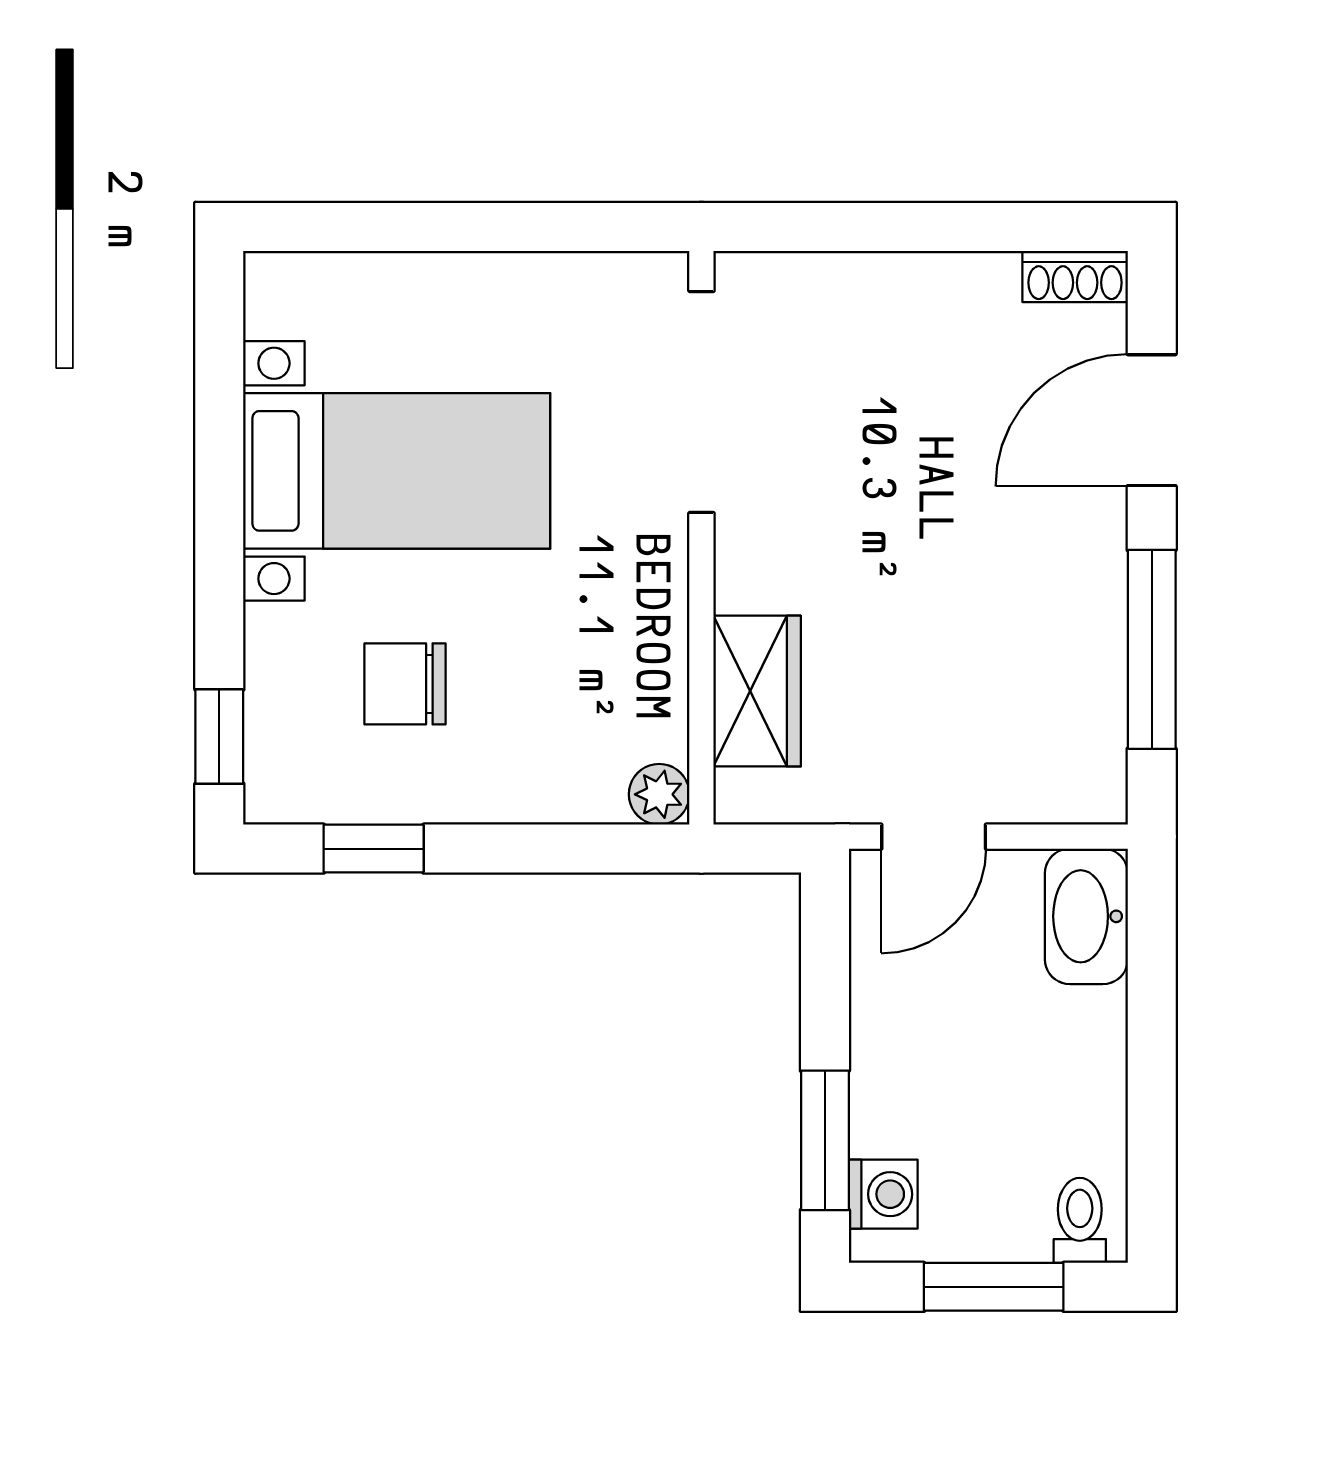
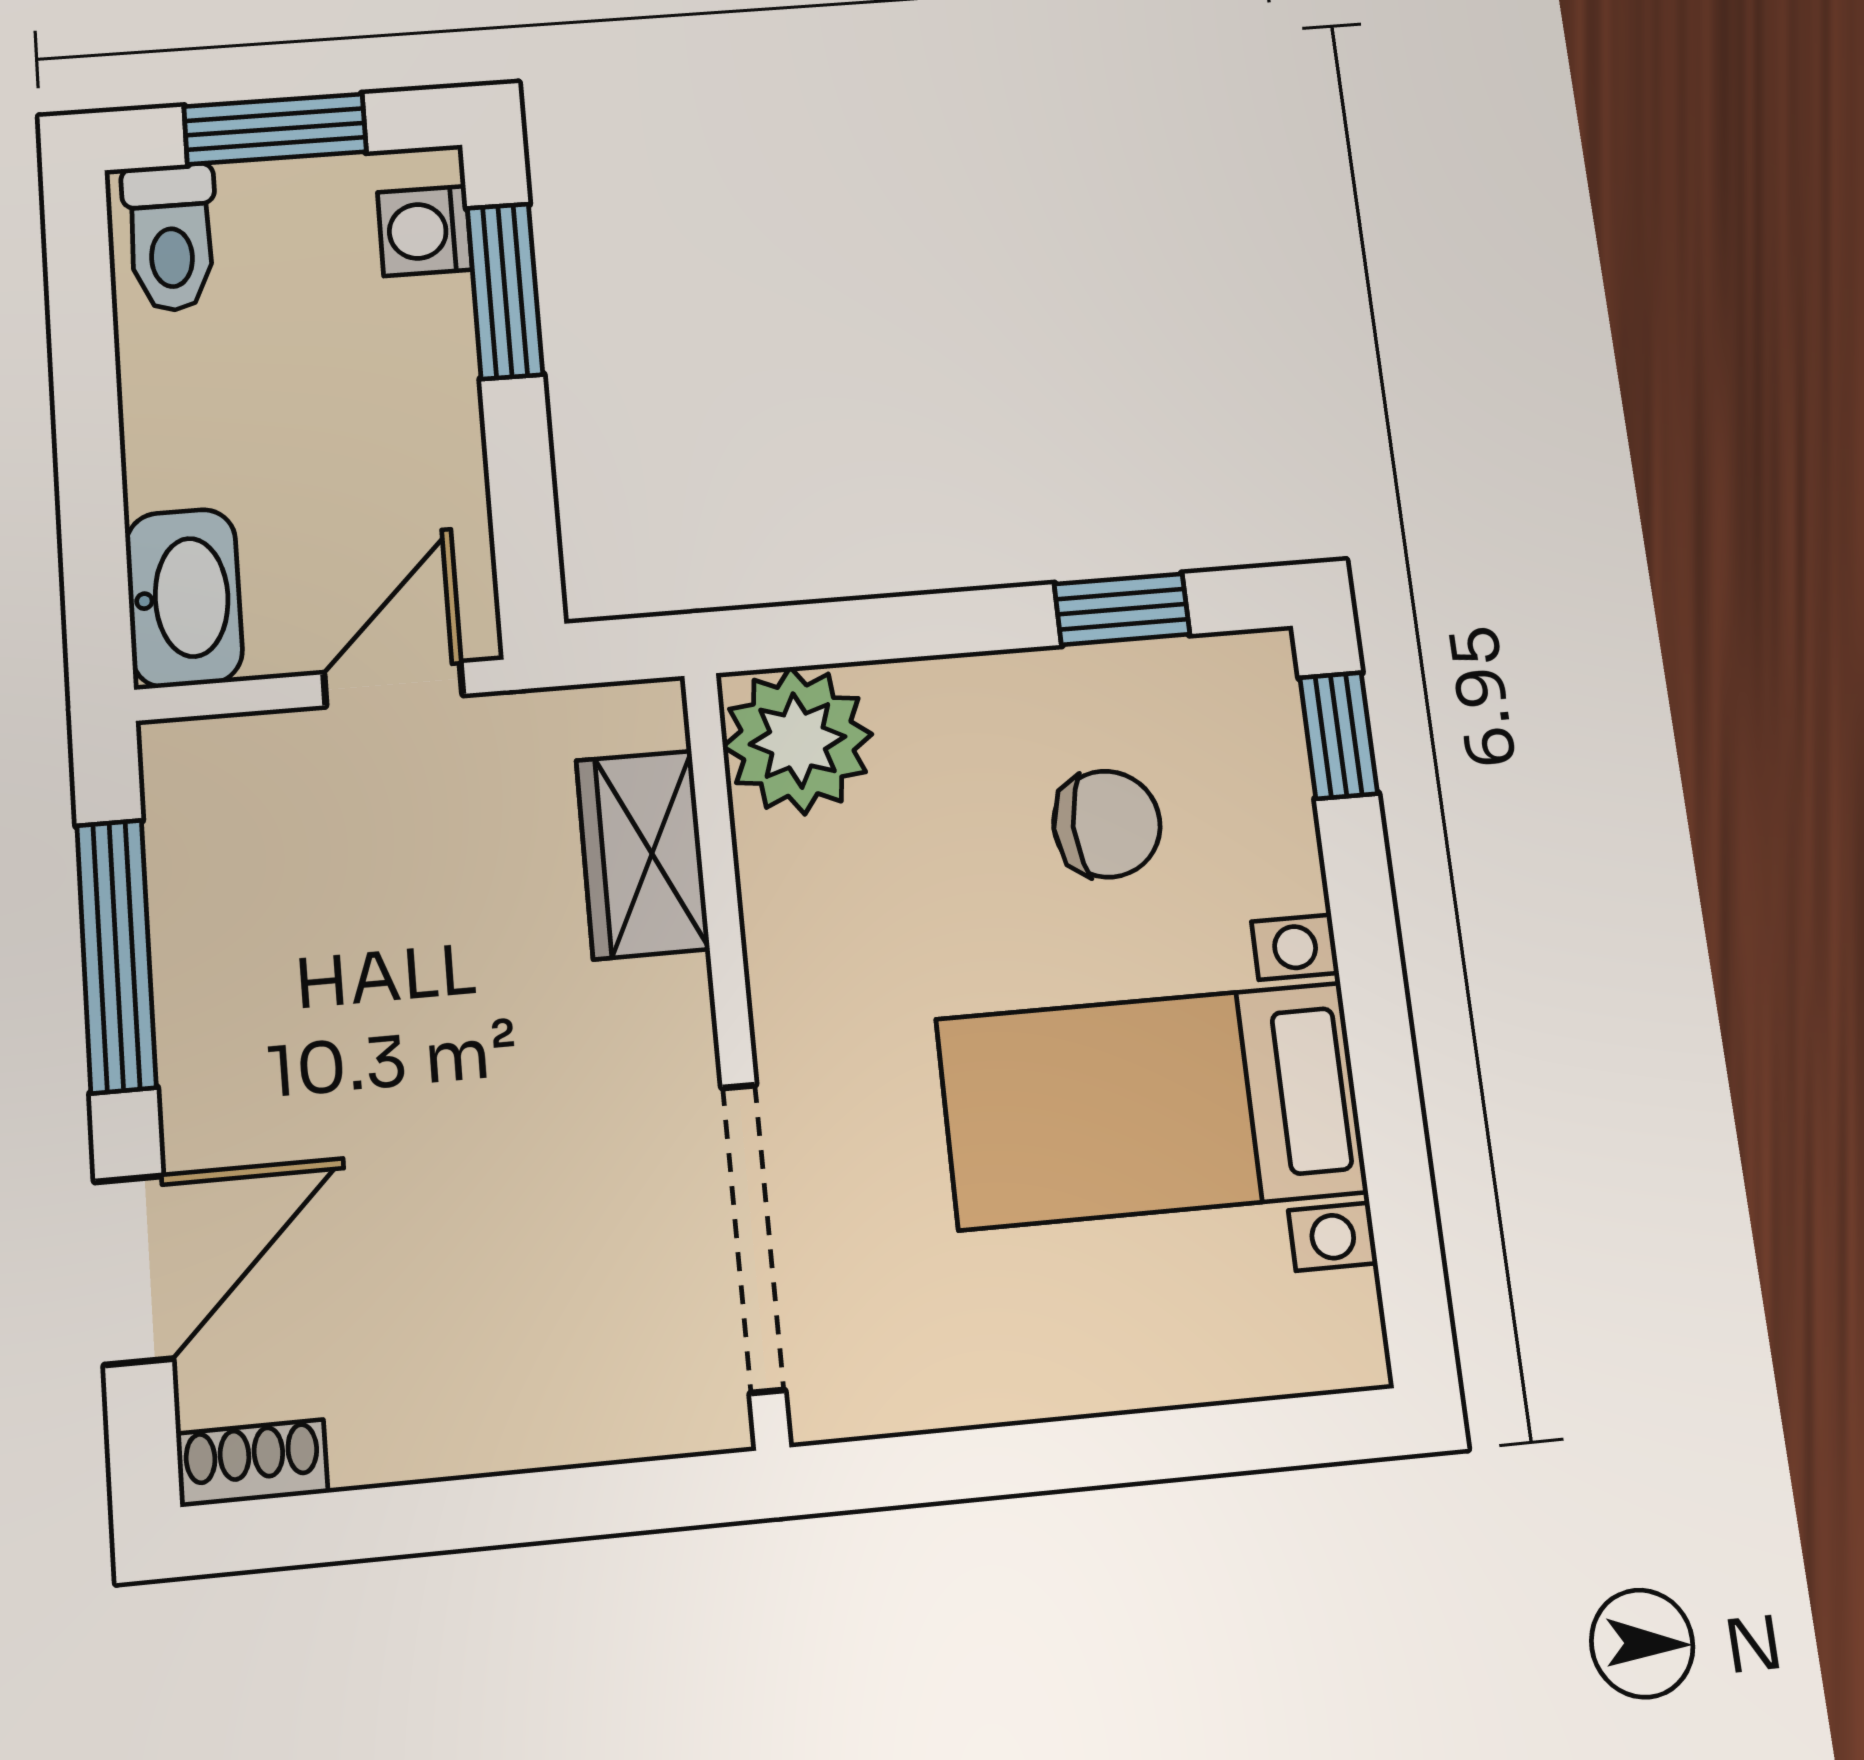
plant: (659, 794) -> (797, 740), width x1.87, depth x1.87
toilet: (1080, 1220) -> (171, 237), width x1.37, depth x1.39

